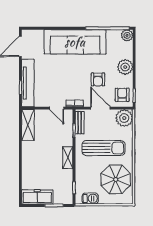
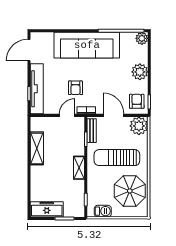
armchair: (98, 79) -> (75, 88), moved
door: (57, 108) -> (67, 115), swing flipped
shelving: (28, 125) -> (37, 148), moved
sun lounger: (104, 148) -> (117, 158), turned 180

